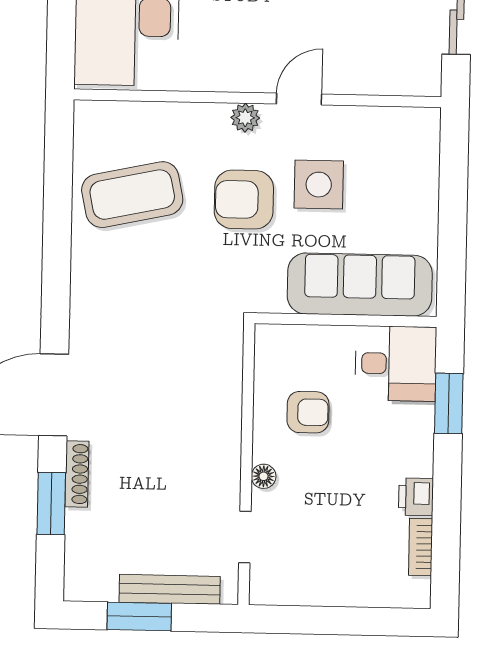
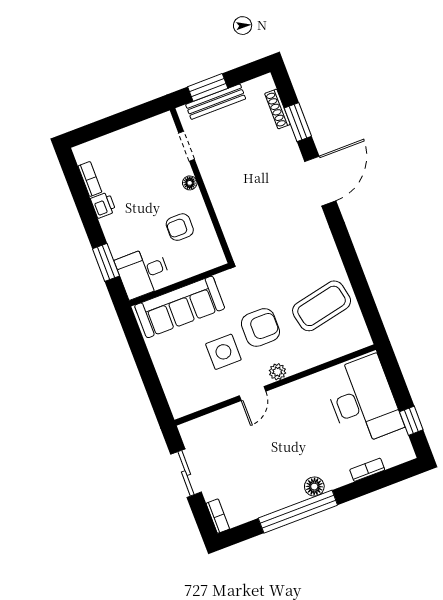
shoe rack: (77, 474) -> (277, 109), moved
window: (139, 617) -> (208, 87), moved

